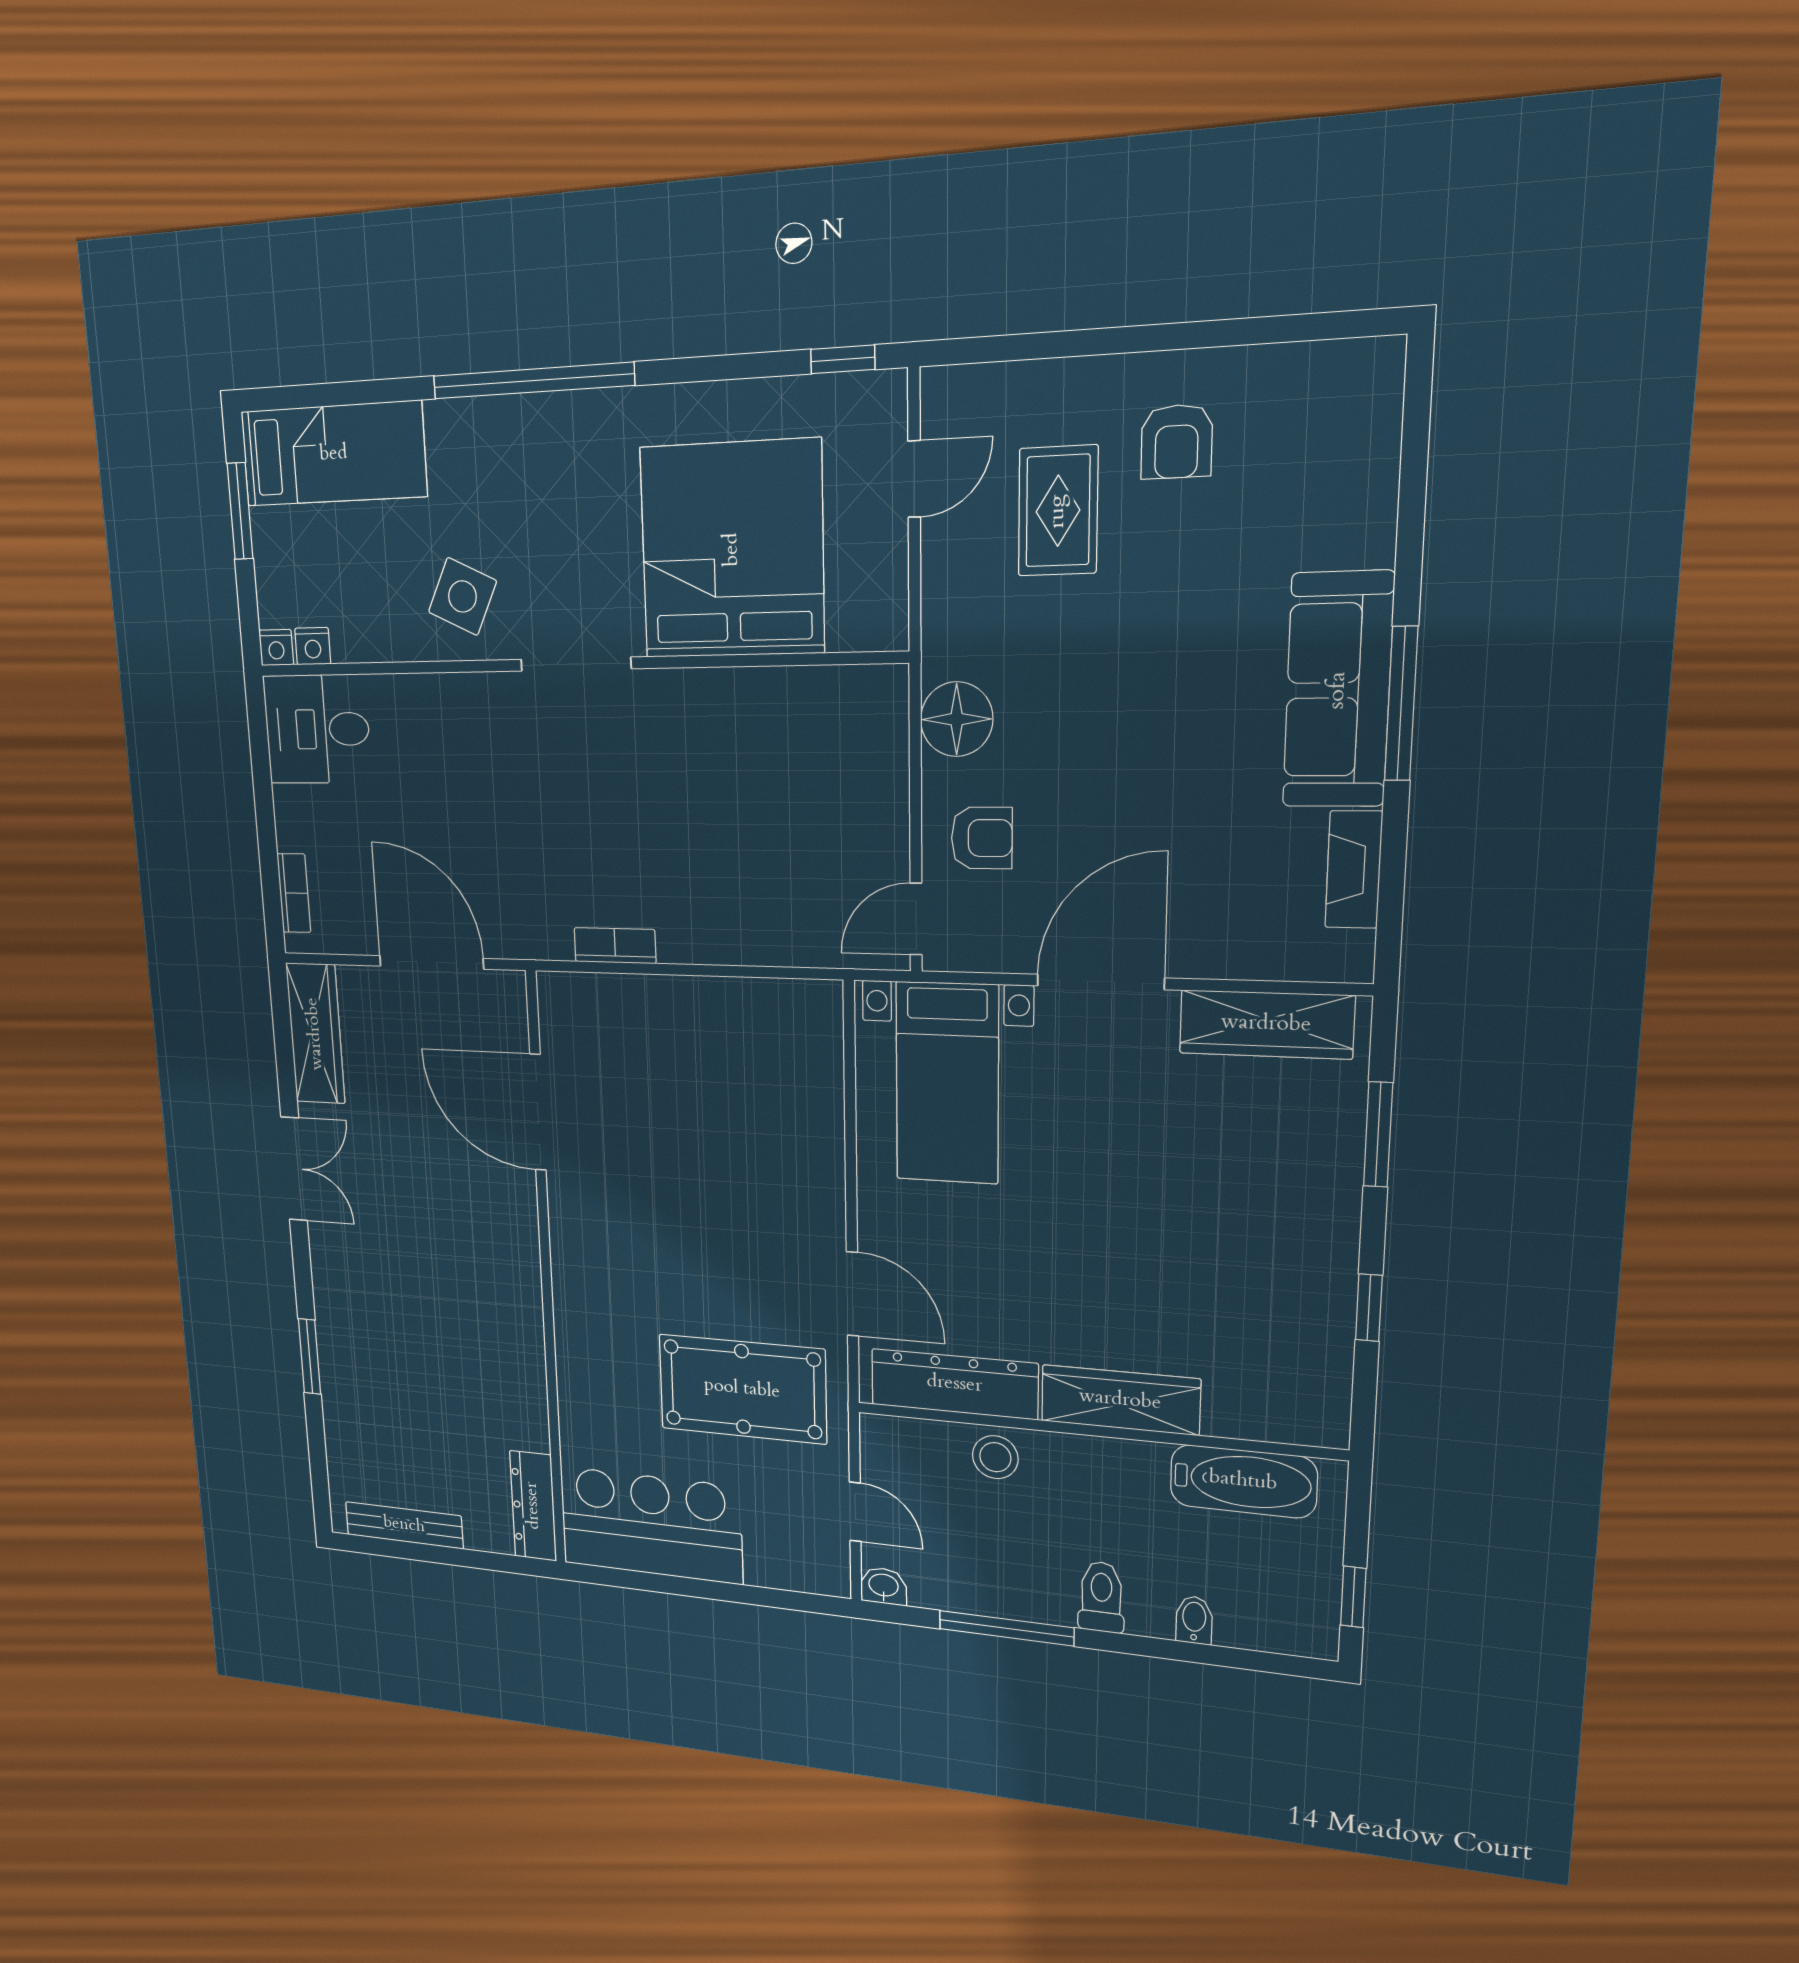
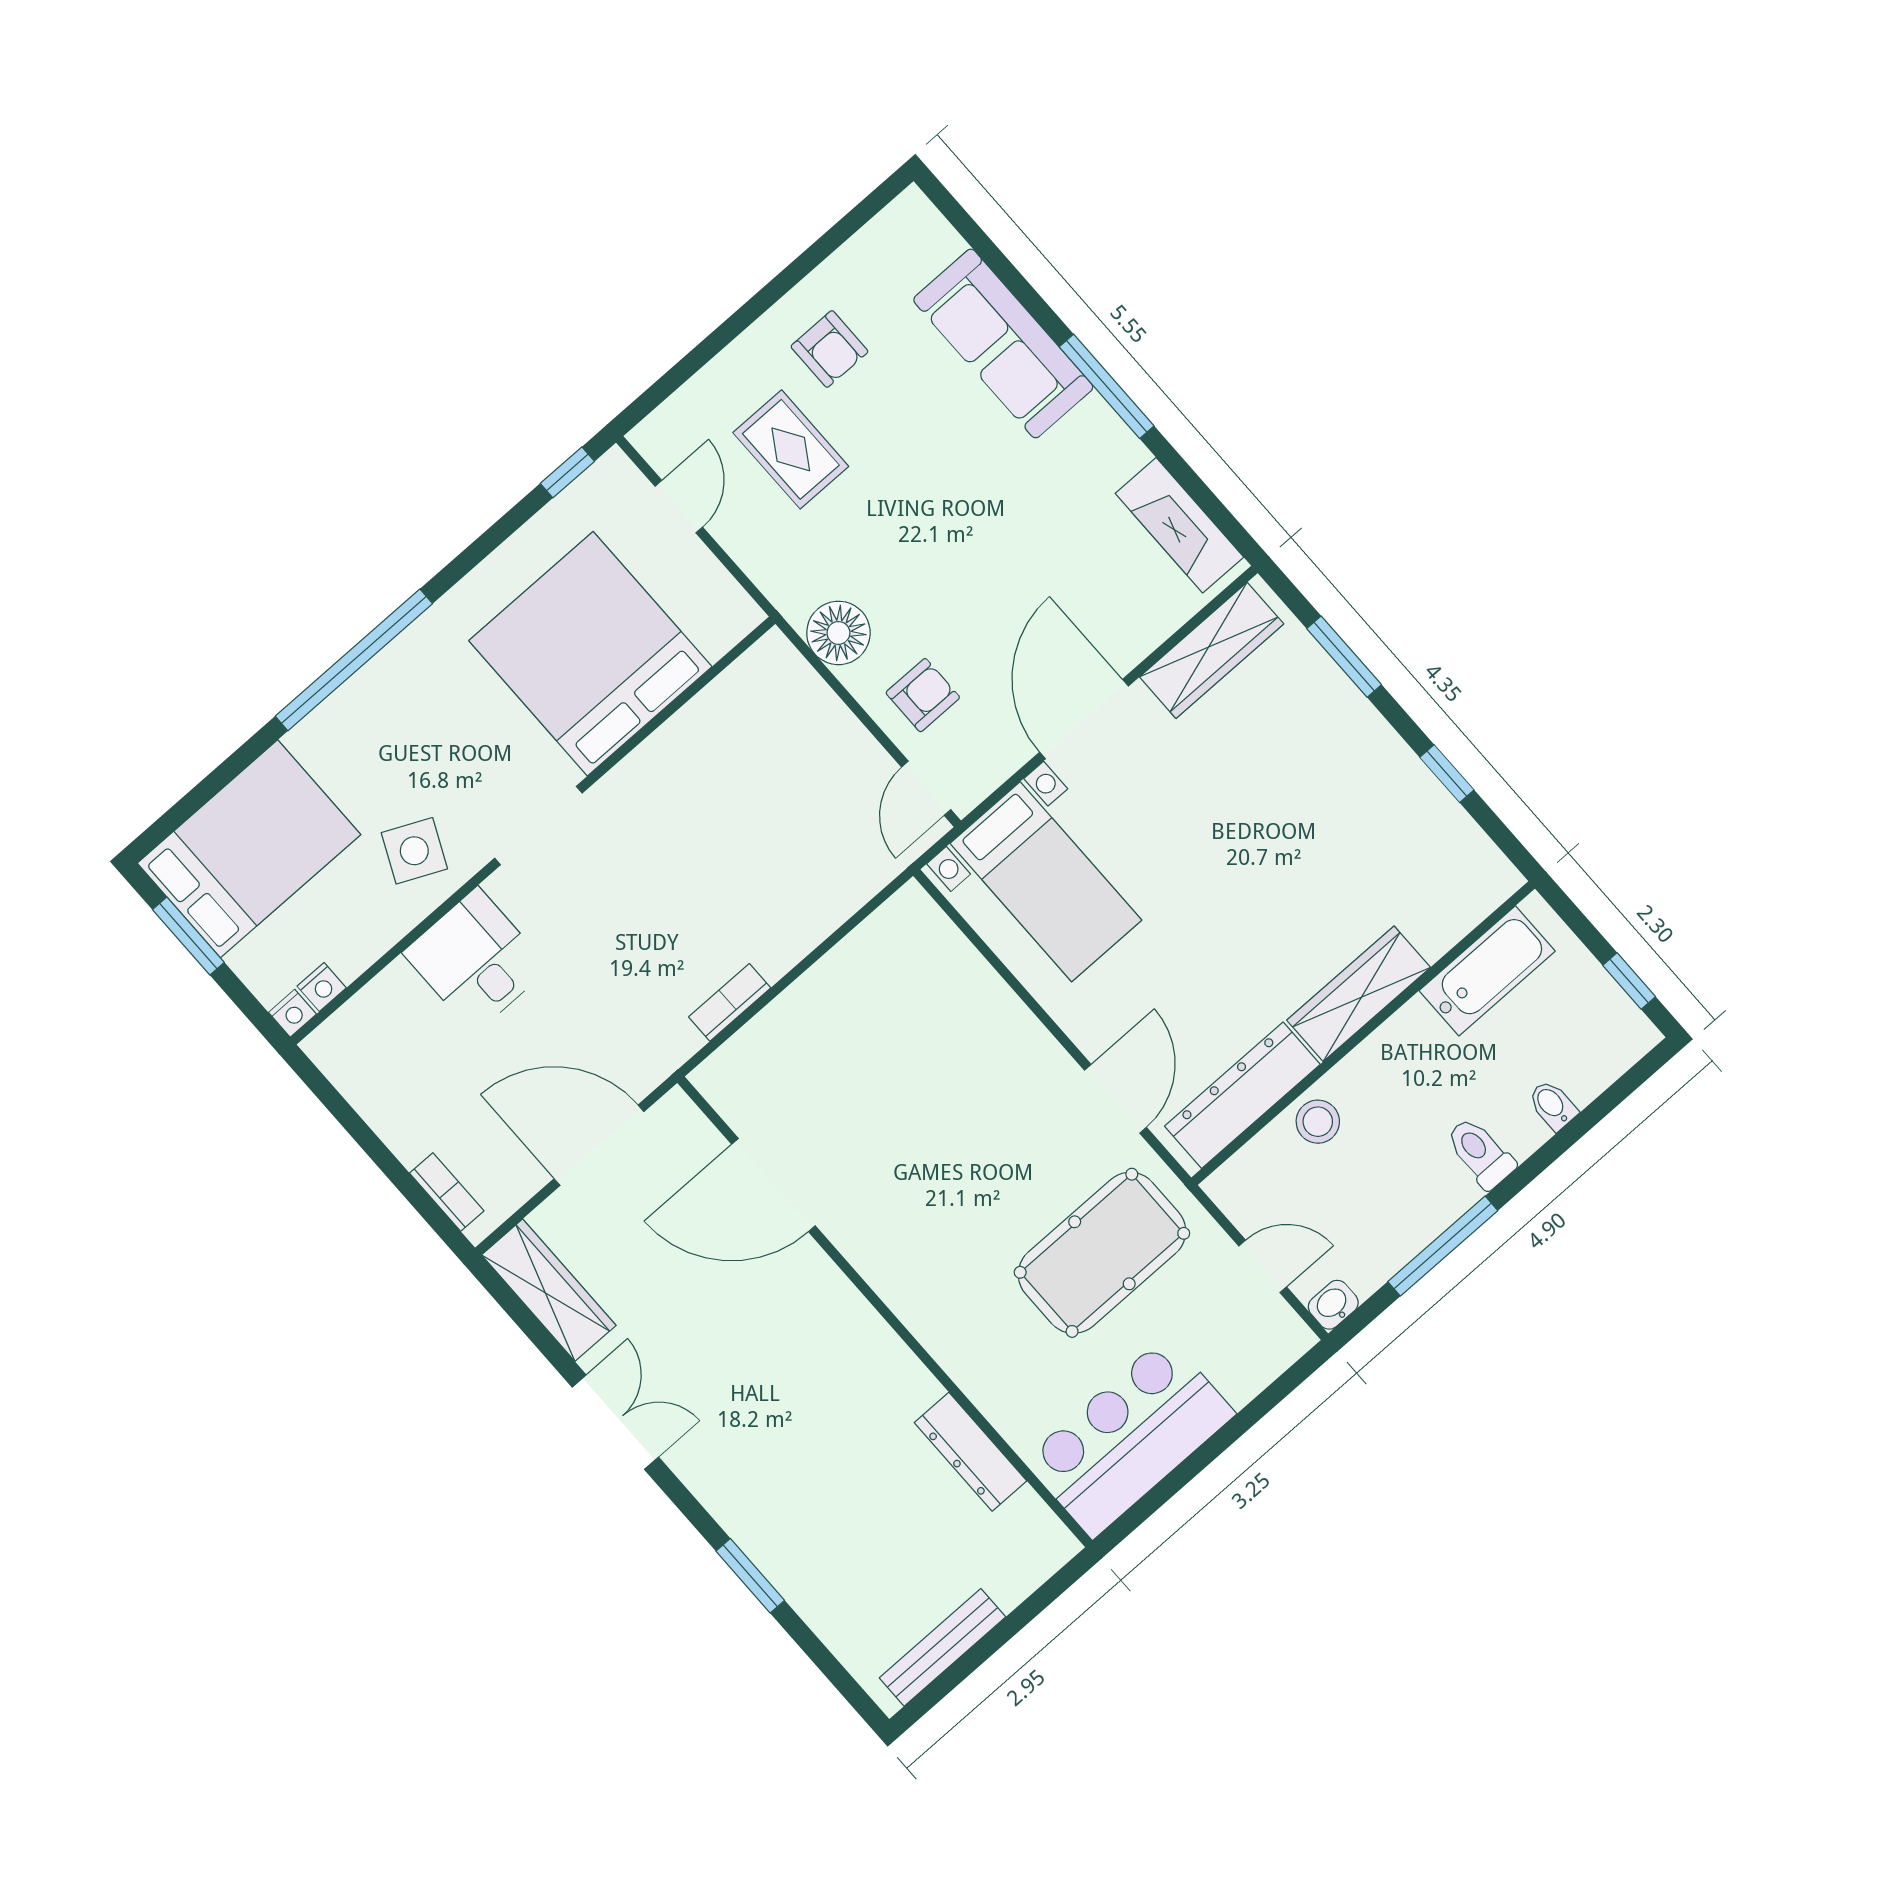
bed: (333, 454) -> (249, 849), width x1.50
sofa: (1338, 690) -> (1003, 343), moved
desk: (317, 729) -> (476, 960), moved, turned 90
fireplace: (1354, 870) -> (1179, 525), width x1.37, depth x1.32
door: (852, 1294) -> (1115, 1099), hinge flipped
dresser: (533, 1506) -> (971, 1452), moved

